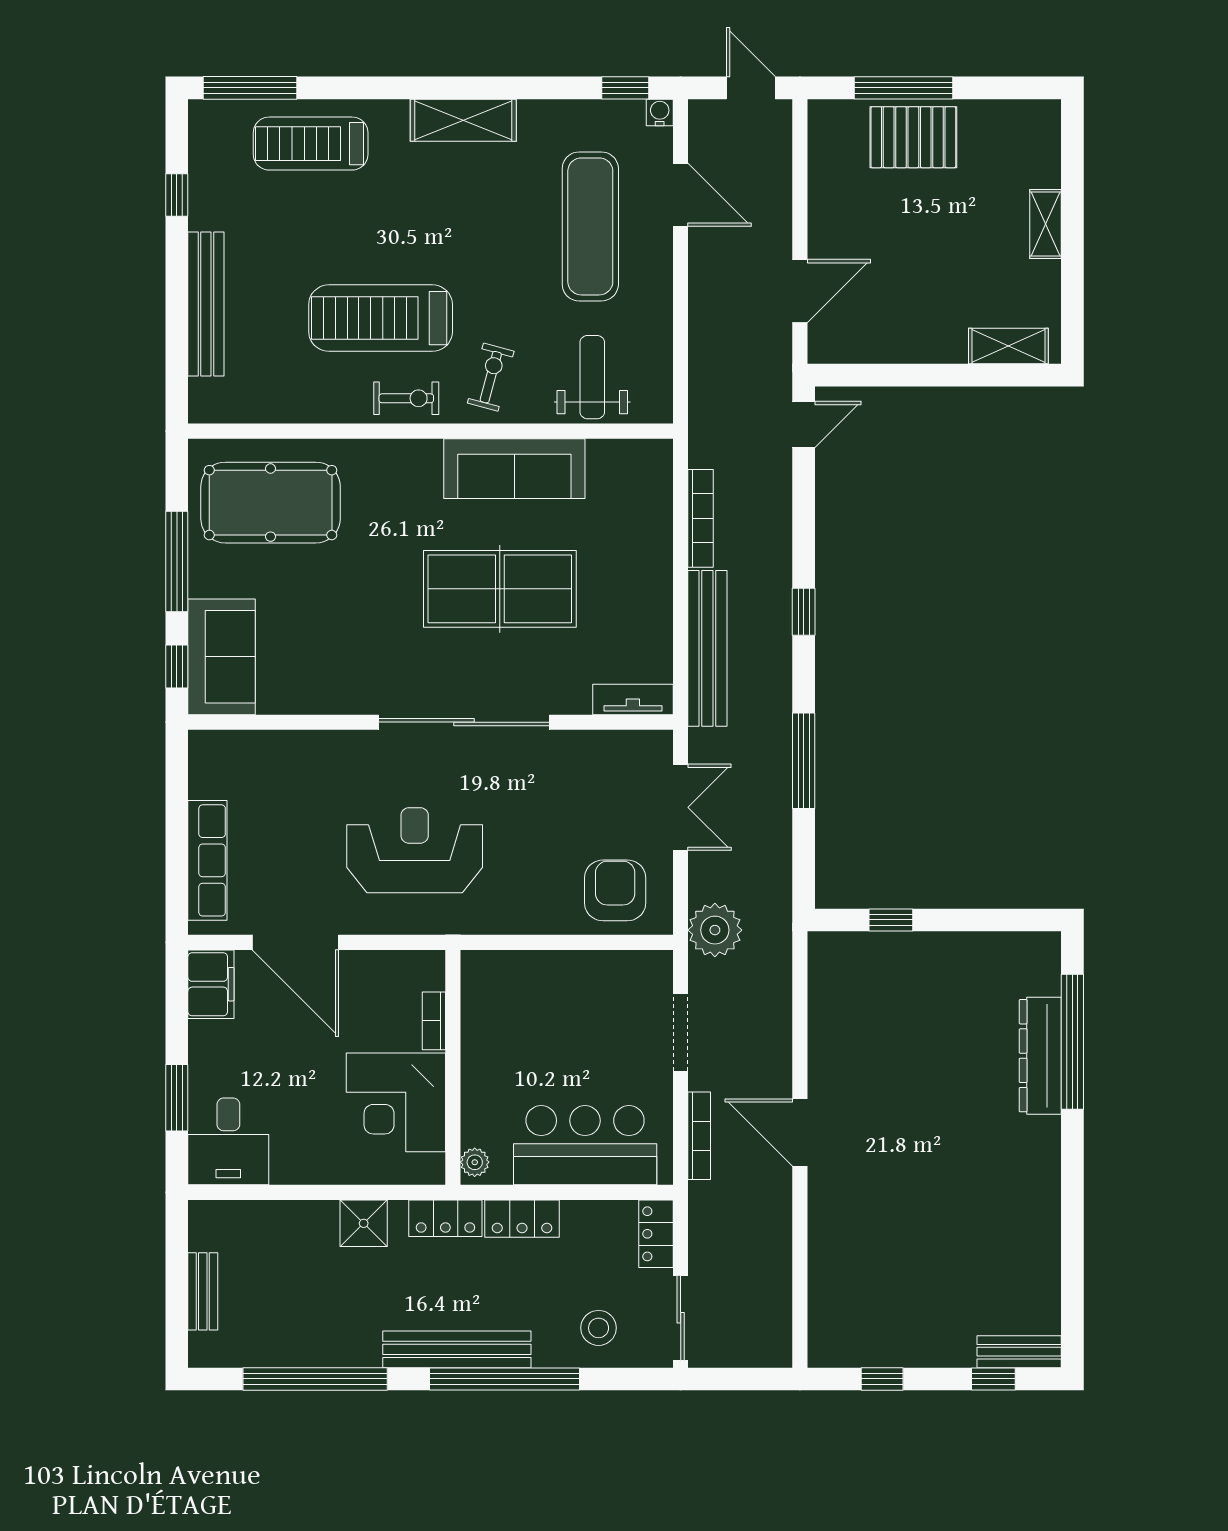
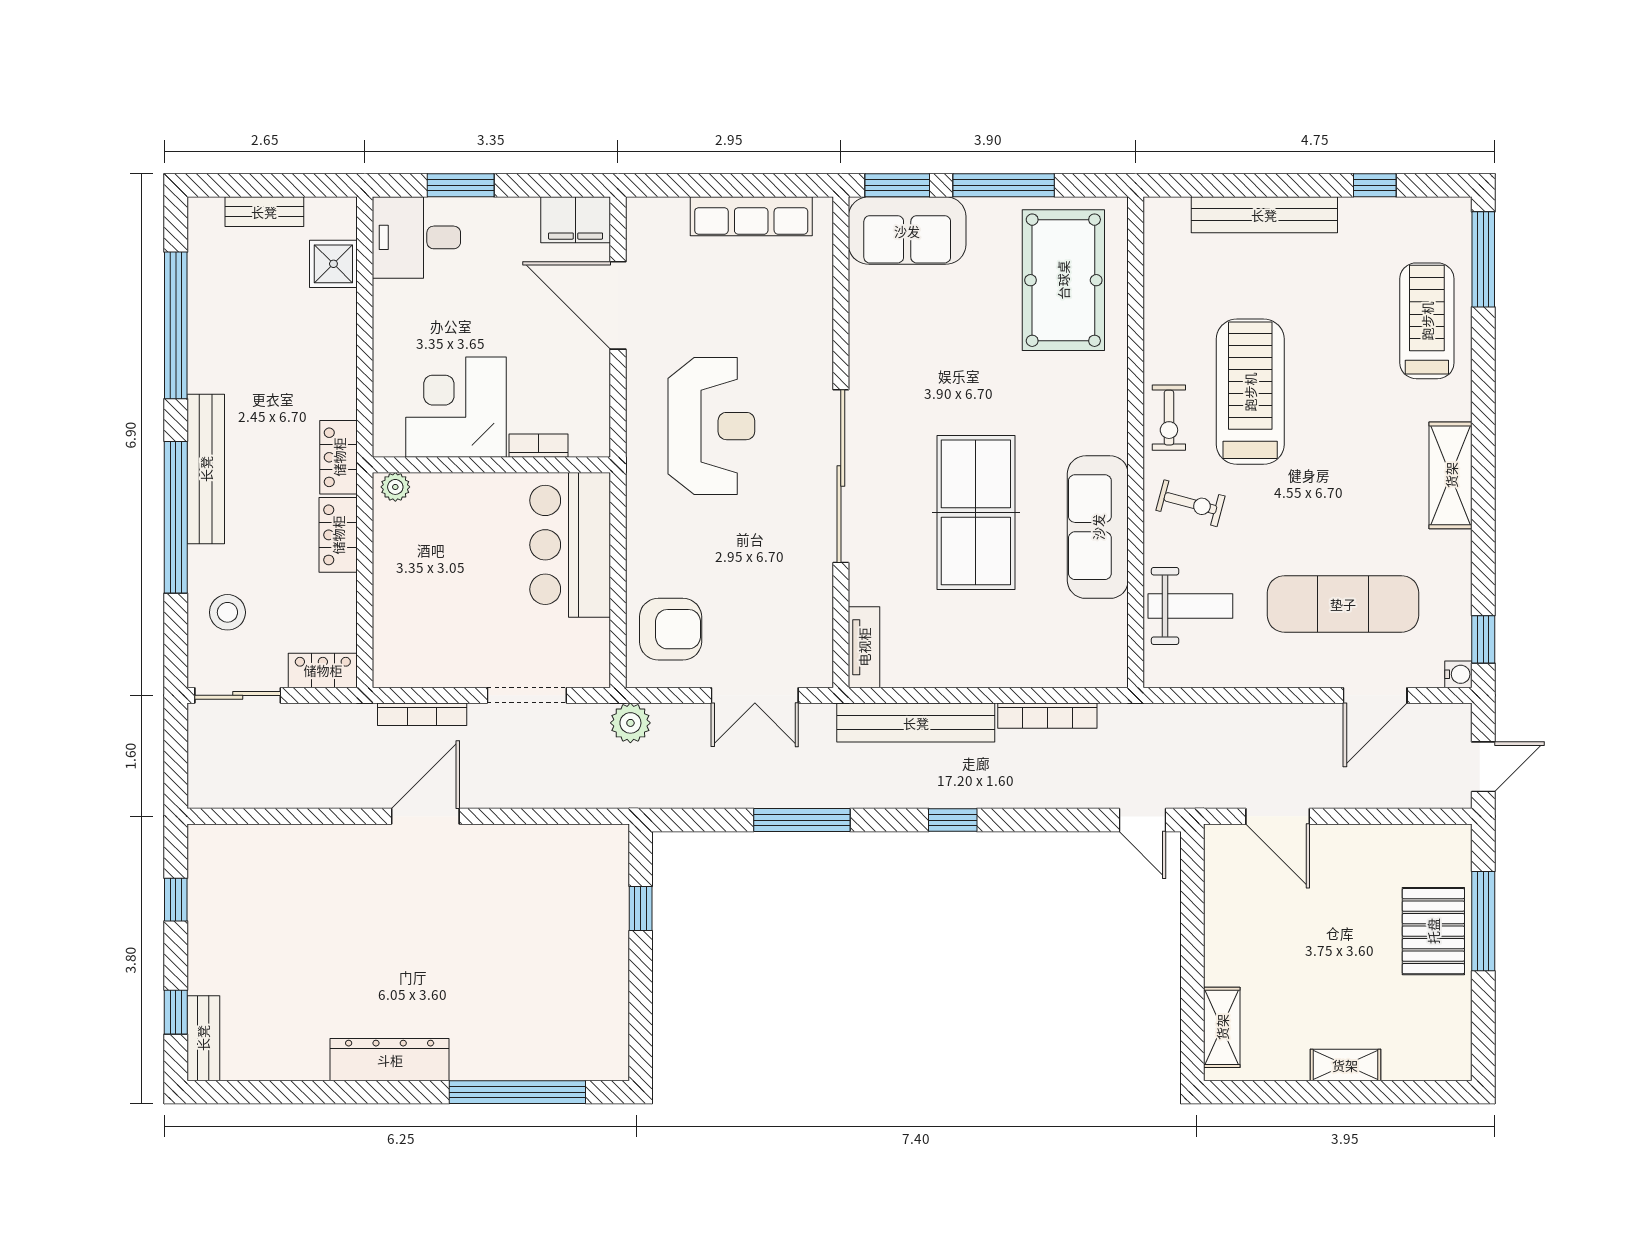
window: (177, 667) -> (897, 185), width x1.50
row of seats: (207, 860) -> (751, 216), moved
plant: (715, 930) -> (630, 723), width x0.73, depth x0.73
door: (295, 942) -> (618, 305), hinge flipped
dresser: (1040, 1056) -> (390, 1060), moved
bar counter: (585, 1145) -> (570, 545), moved, turned 180
shower: (364, 1223) -> (333, 264), moved

